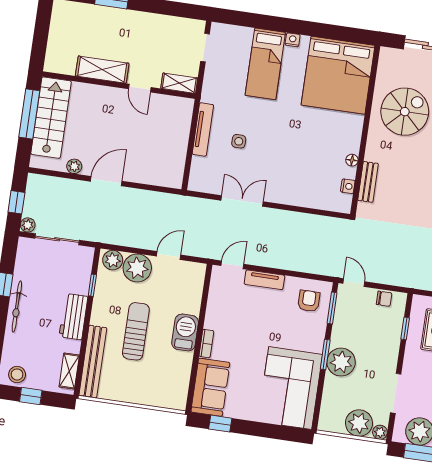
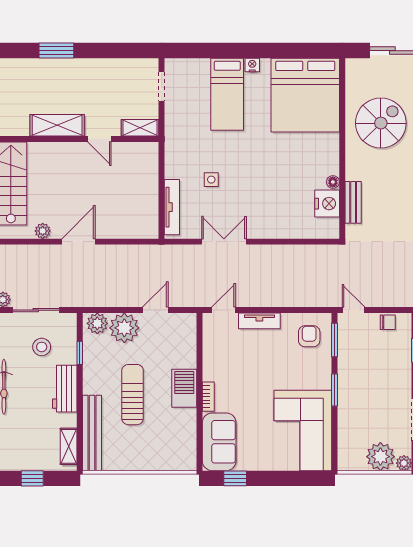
tv unit: (203, 129) -> (172, 207), moved
nightstand: (348, 186) -> (327, 204), width x1.89, depth x1.79
plant: (341, 362) -> (352, 395), removed
stool: (17, 375) -> (42, 347), moved

